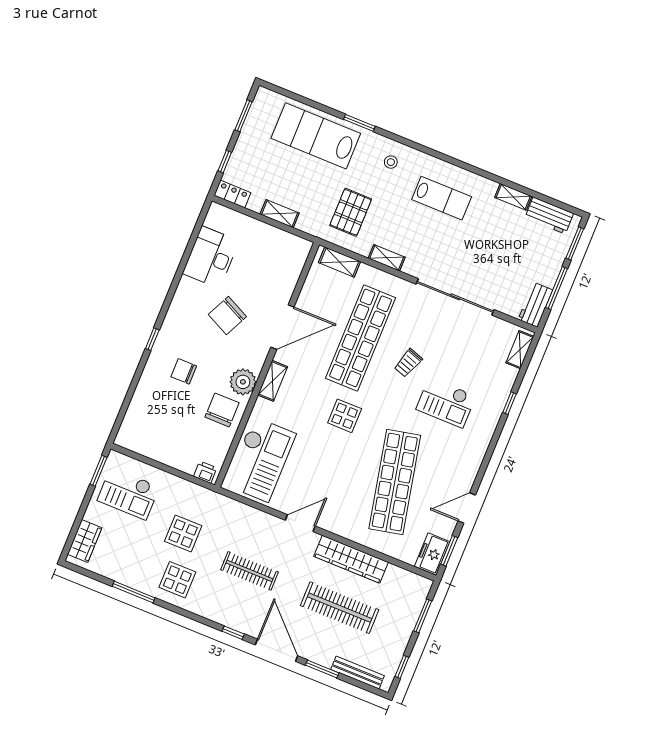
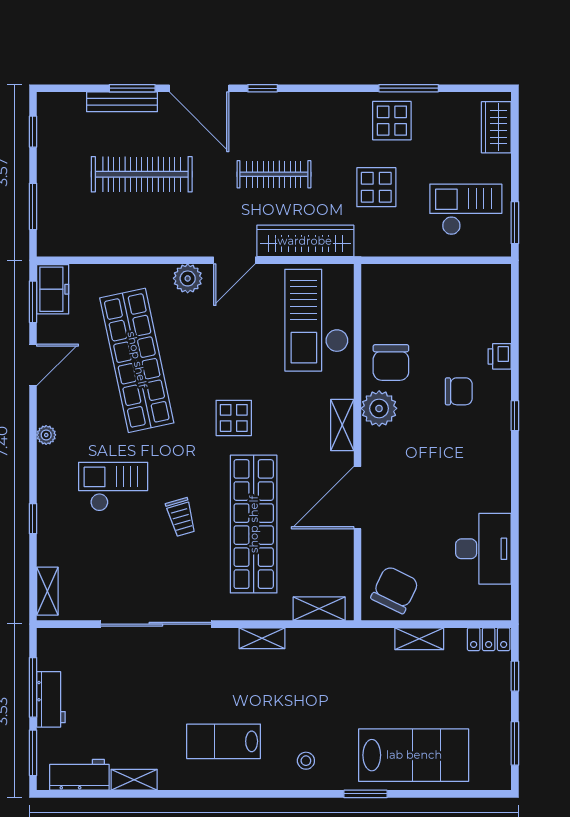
pallet: (351, 212) -> (331, 677), removed
workbench: (535, 305) -> (51, 699), moved
chair: (227, 316) -> (395, 590), moved
trolley: (408, 363) -> (181, 517), turned 145
plant: (477, 456) -> (46, 435), added
printer: (205, 472) -> (500, 356), moved, turned 90
plant: (337, 524) -> (188, 278), added
wardrobe: (351, 559) -> (305, 241), moved
display table: (177, 580) -> (392, 121), moved
bench: (358, 673) -> (122, 102), moved

